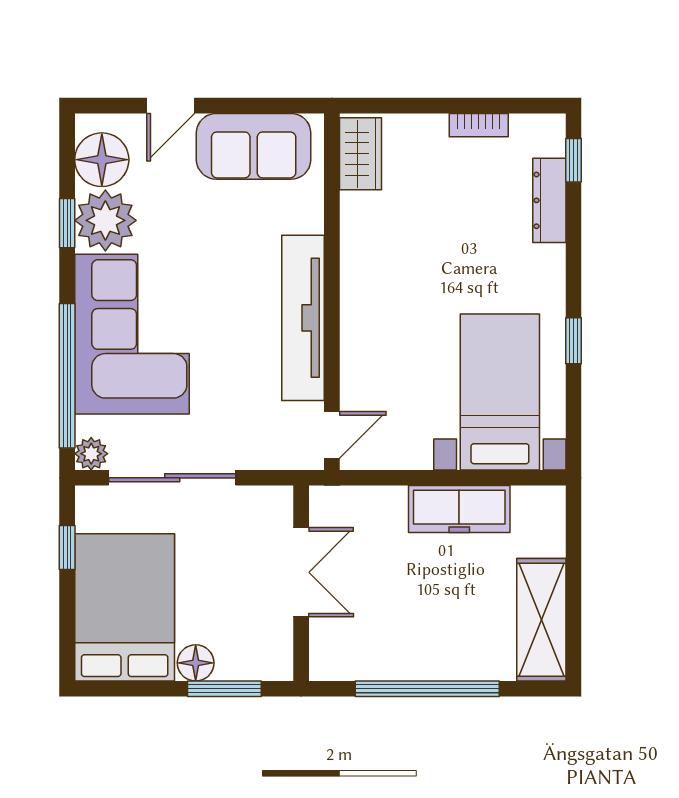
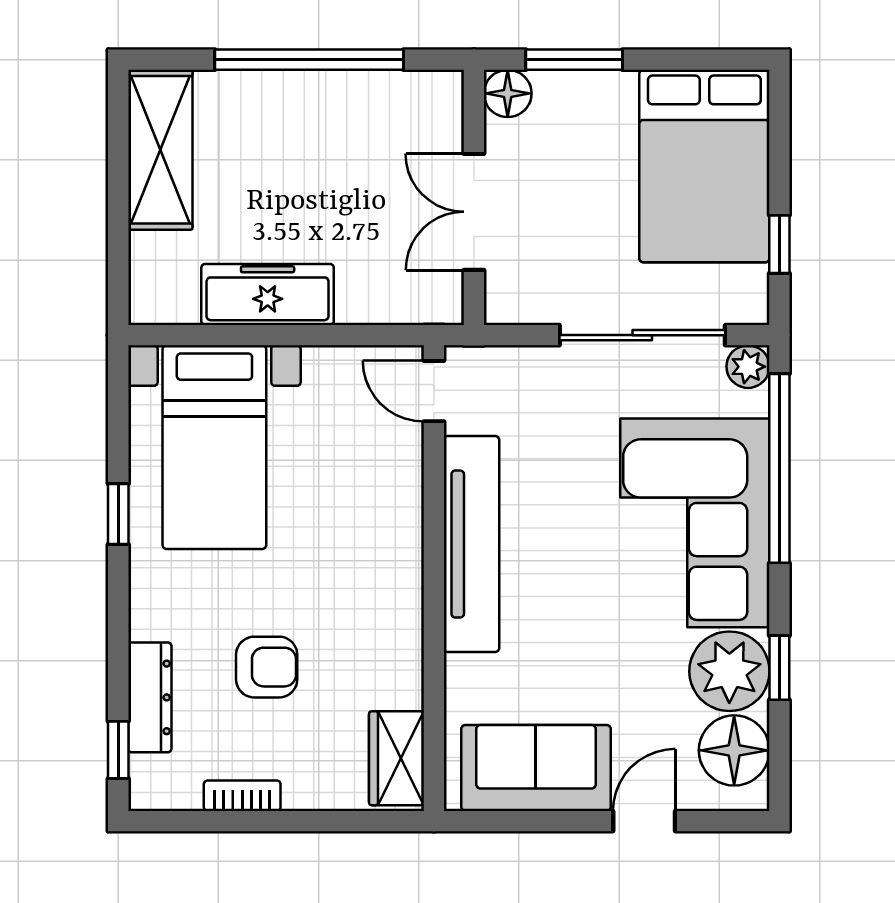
armchair: (460, 224) -> (267, 667), added
door: (332, 435) -> (434, 391), hinge flipped
floor lamp: (196, 663) -> (508, 93), moved

